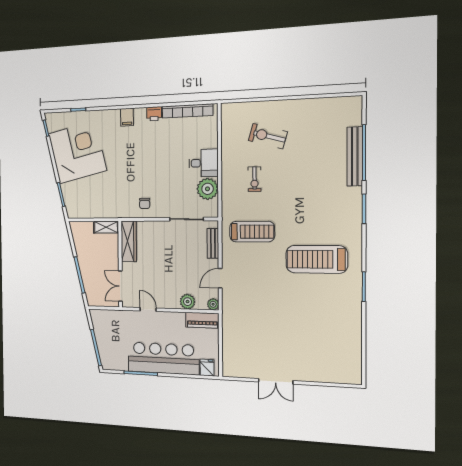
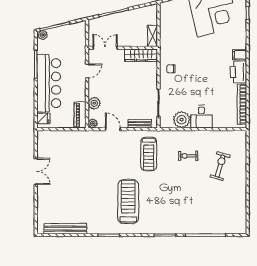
printer: (154, 114) -> (238, 72), width x1.87, depth x1.48
bench: (355, 156) -> (65, 229), moved
plant: (106, 363) -> (43, 35), added
double door: (276, 381) -> (36, 171), swing flipped

